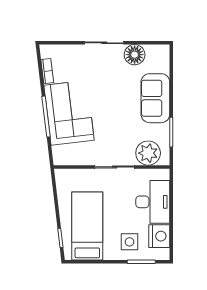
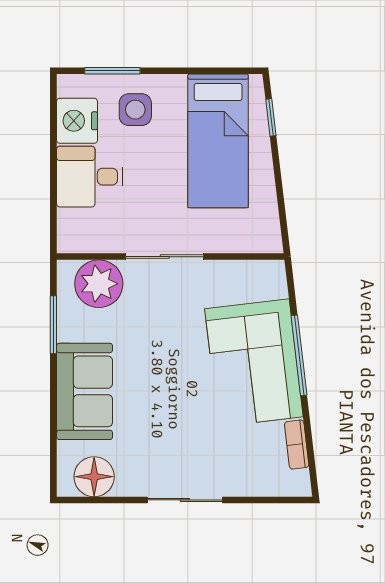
floor lamp: (135, 55) -> (94, 477), moved
desk: (153, 202) -> (90, 177), width x0.73

